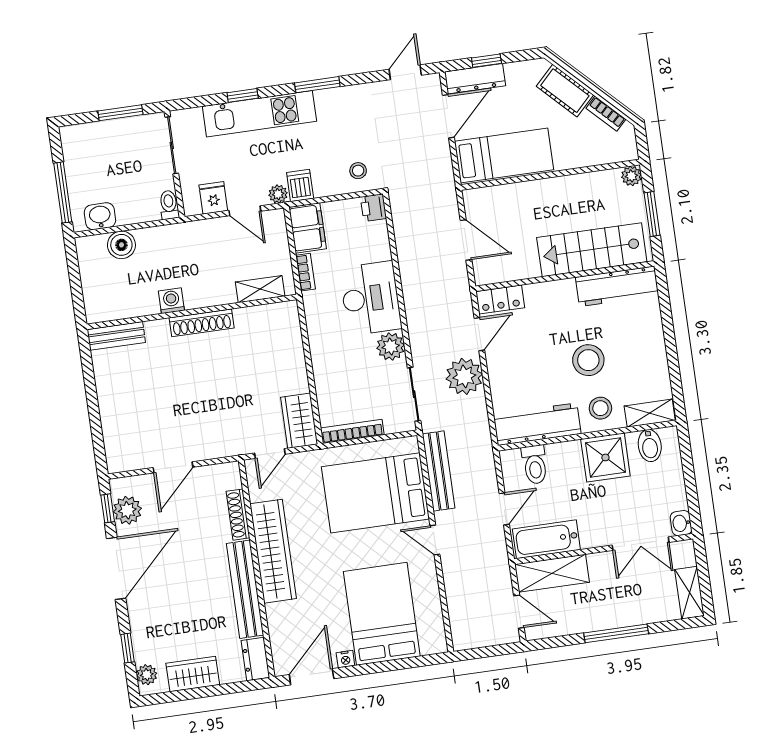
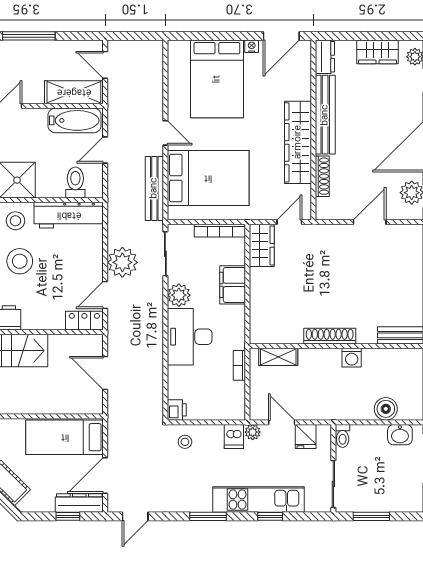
filing cabinet: (308, 228) -> (233, 285), moved

